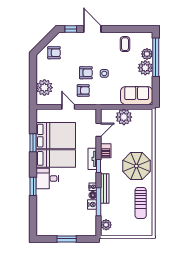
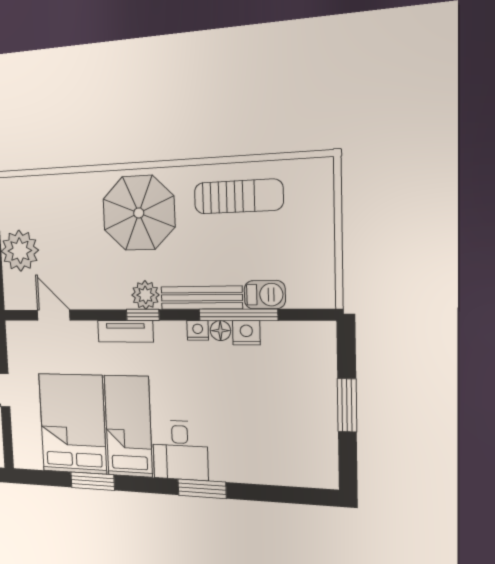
barbecue: (106, 151) -> (265, 295), moved
plant: (106, 225) -> (145, 295), moved

